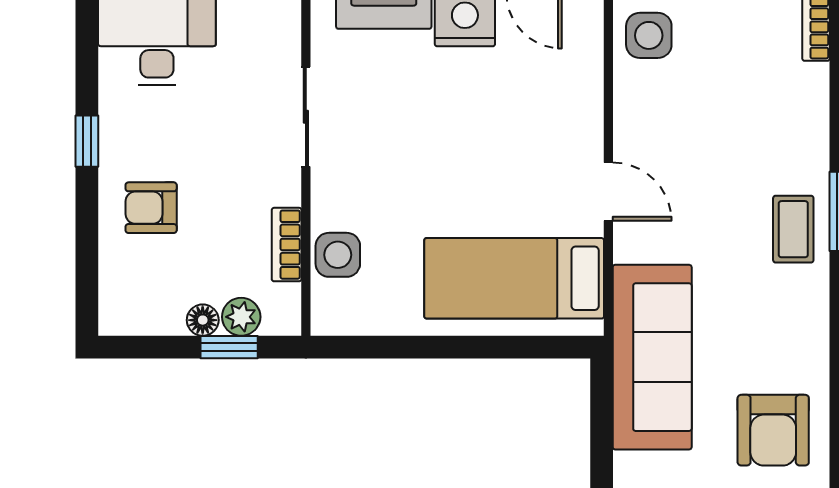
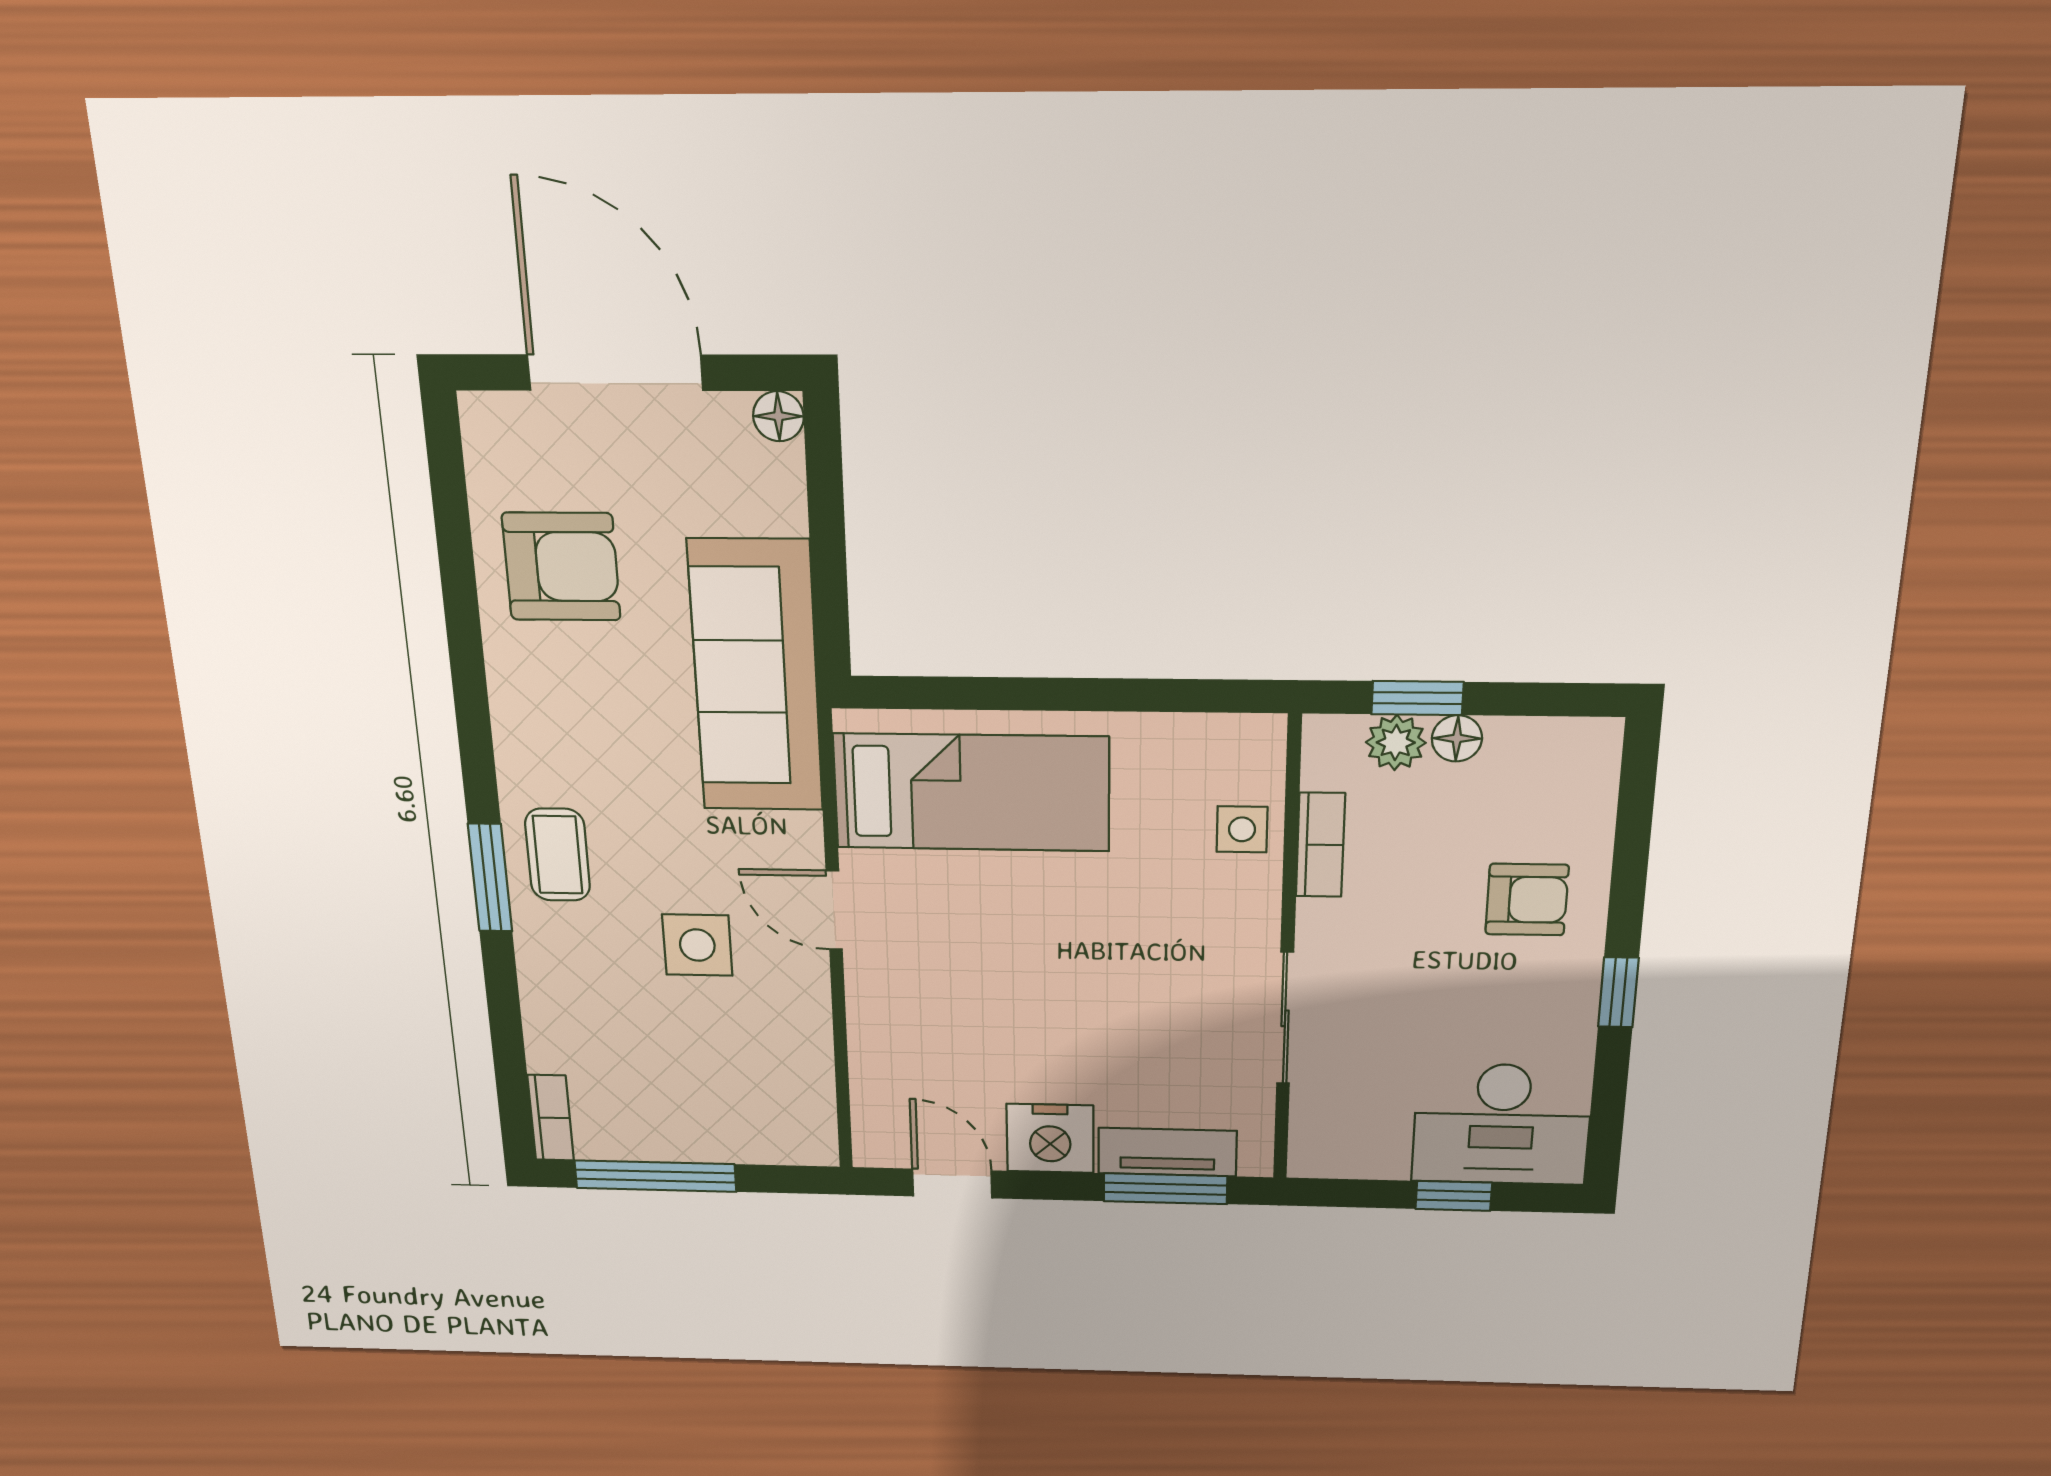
side table: (649, 35) -> (697, 945), moved
side table: (338, 255) -> (1242, 829), width x0.73, depth x0.73
armchair: (773, 430) -> (561, 567), turned 90

